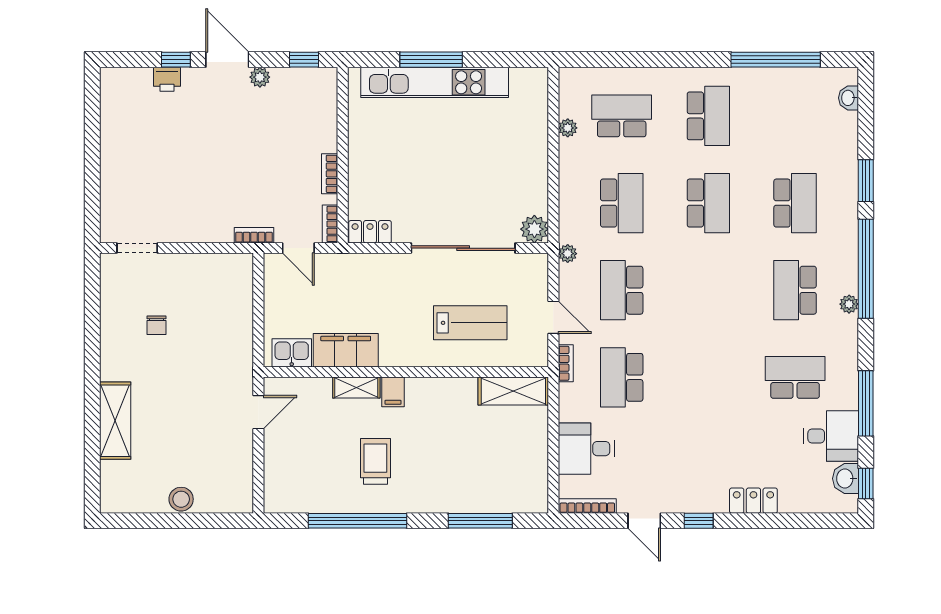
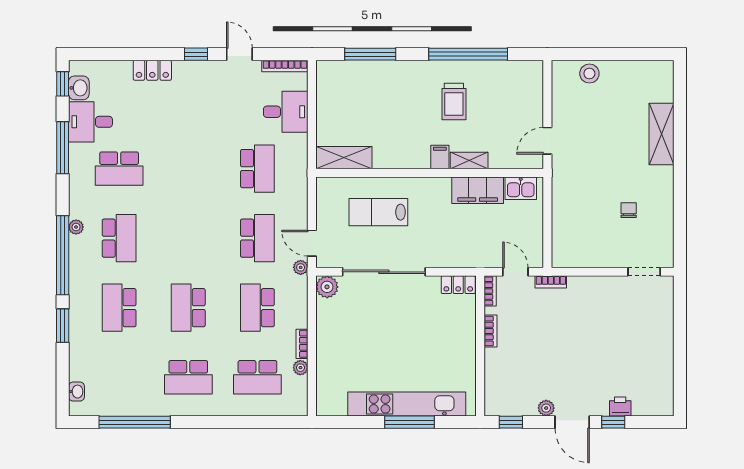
school desk: (708, 116) -> (188, 377), turned -90
door: (553, 317) -> (312, 243), moved
bookcase: (566, 363) -> (302, 344), moved
stool: (181, 499) -> (589, 74), moved

